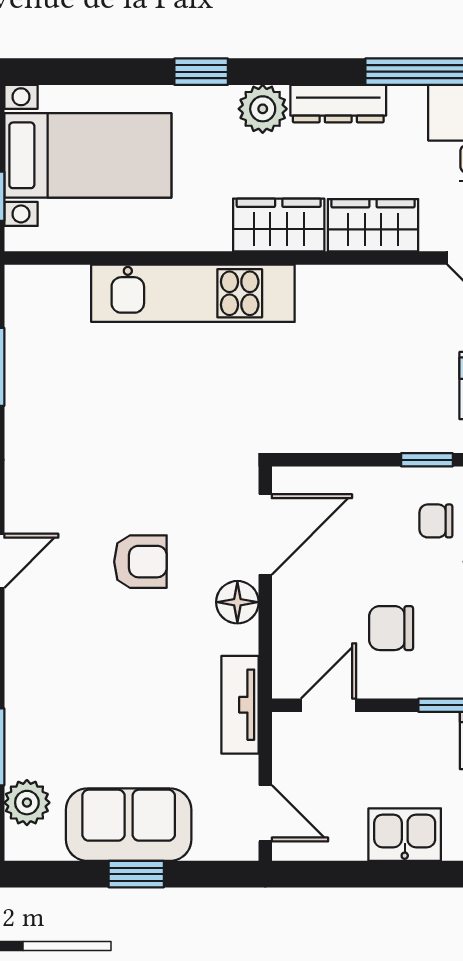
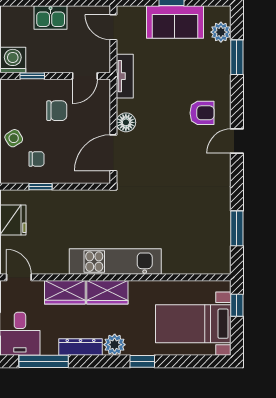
kitchen unit: (193, 293) -> (115, 262), moved
armchair: (140, 562) -> (202, 113), moved, turned 180

